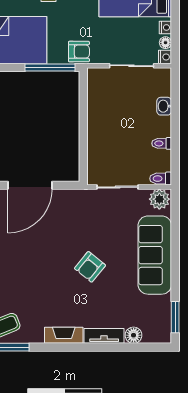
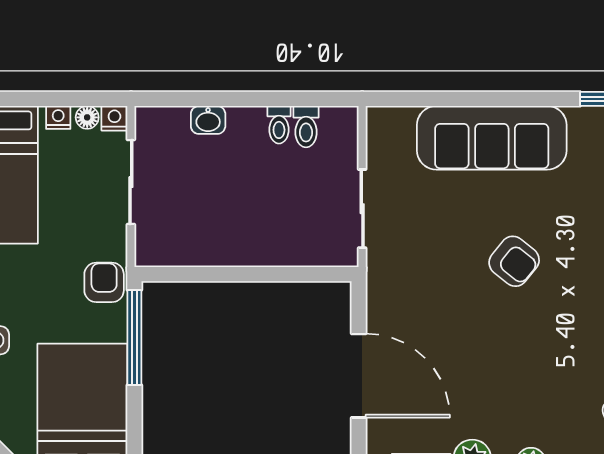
toilet: (161, 179) -> (306, 127), moved
plant: (159, 199) -> (385, 129), removed

